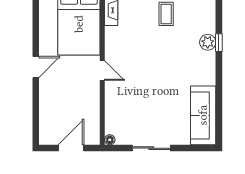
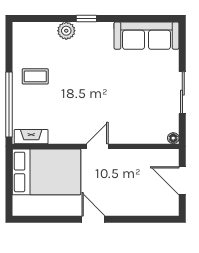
window: (219, 43) -> (86, 18), moved

